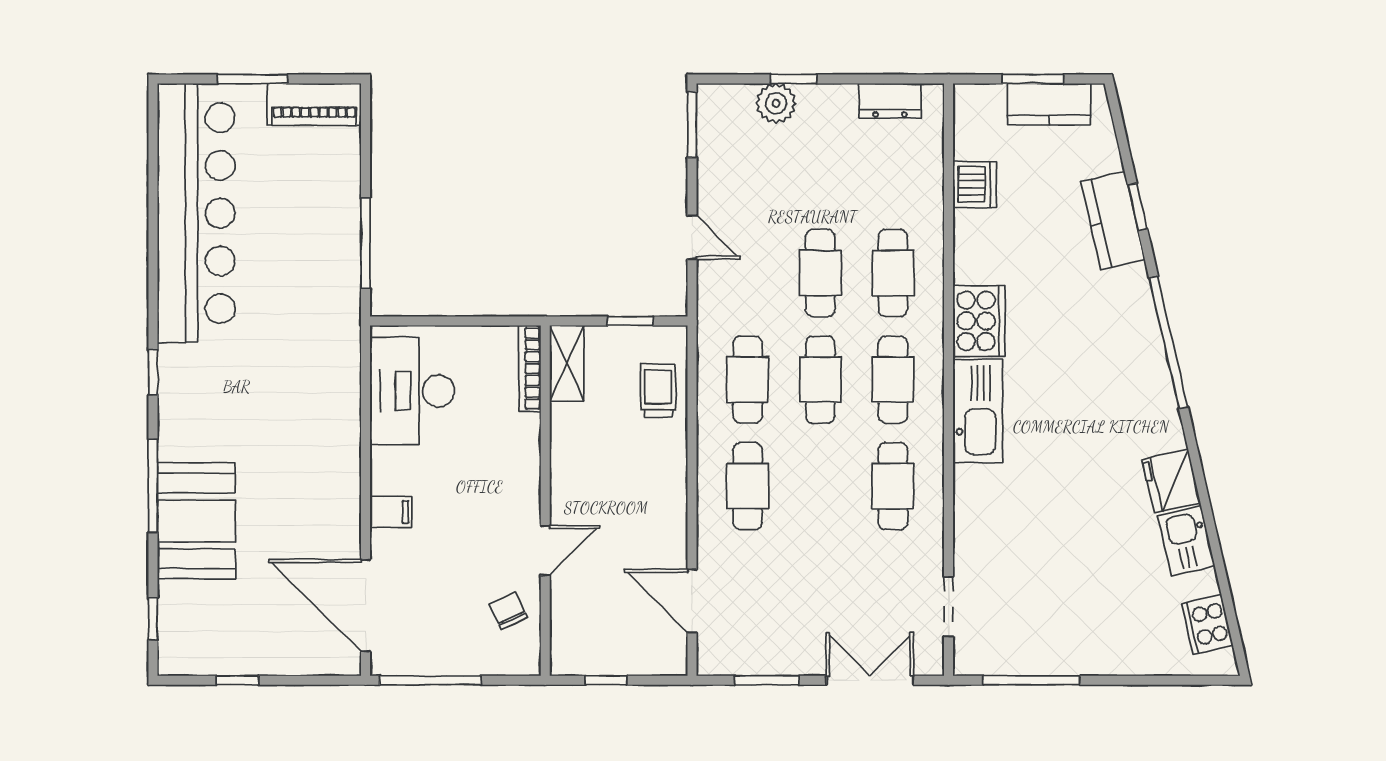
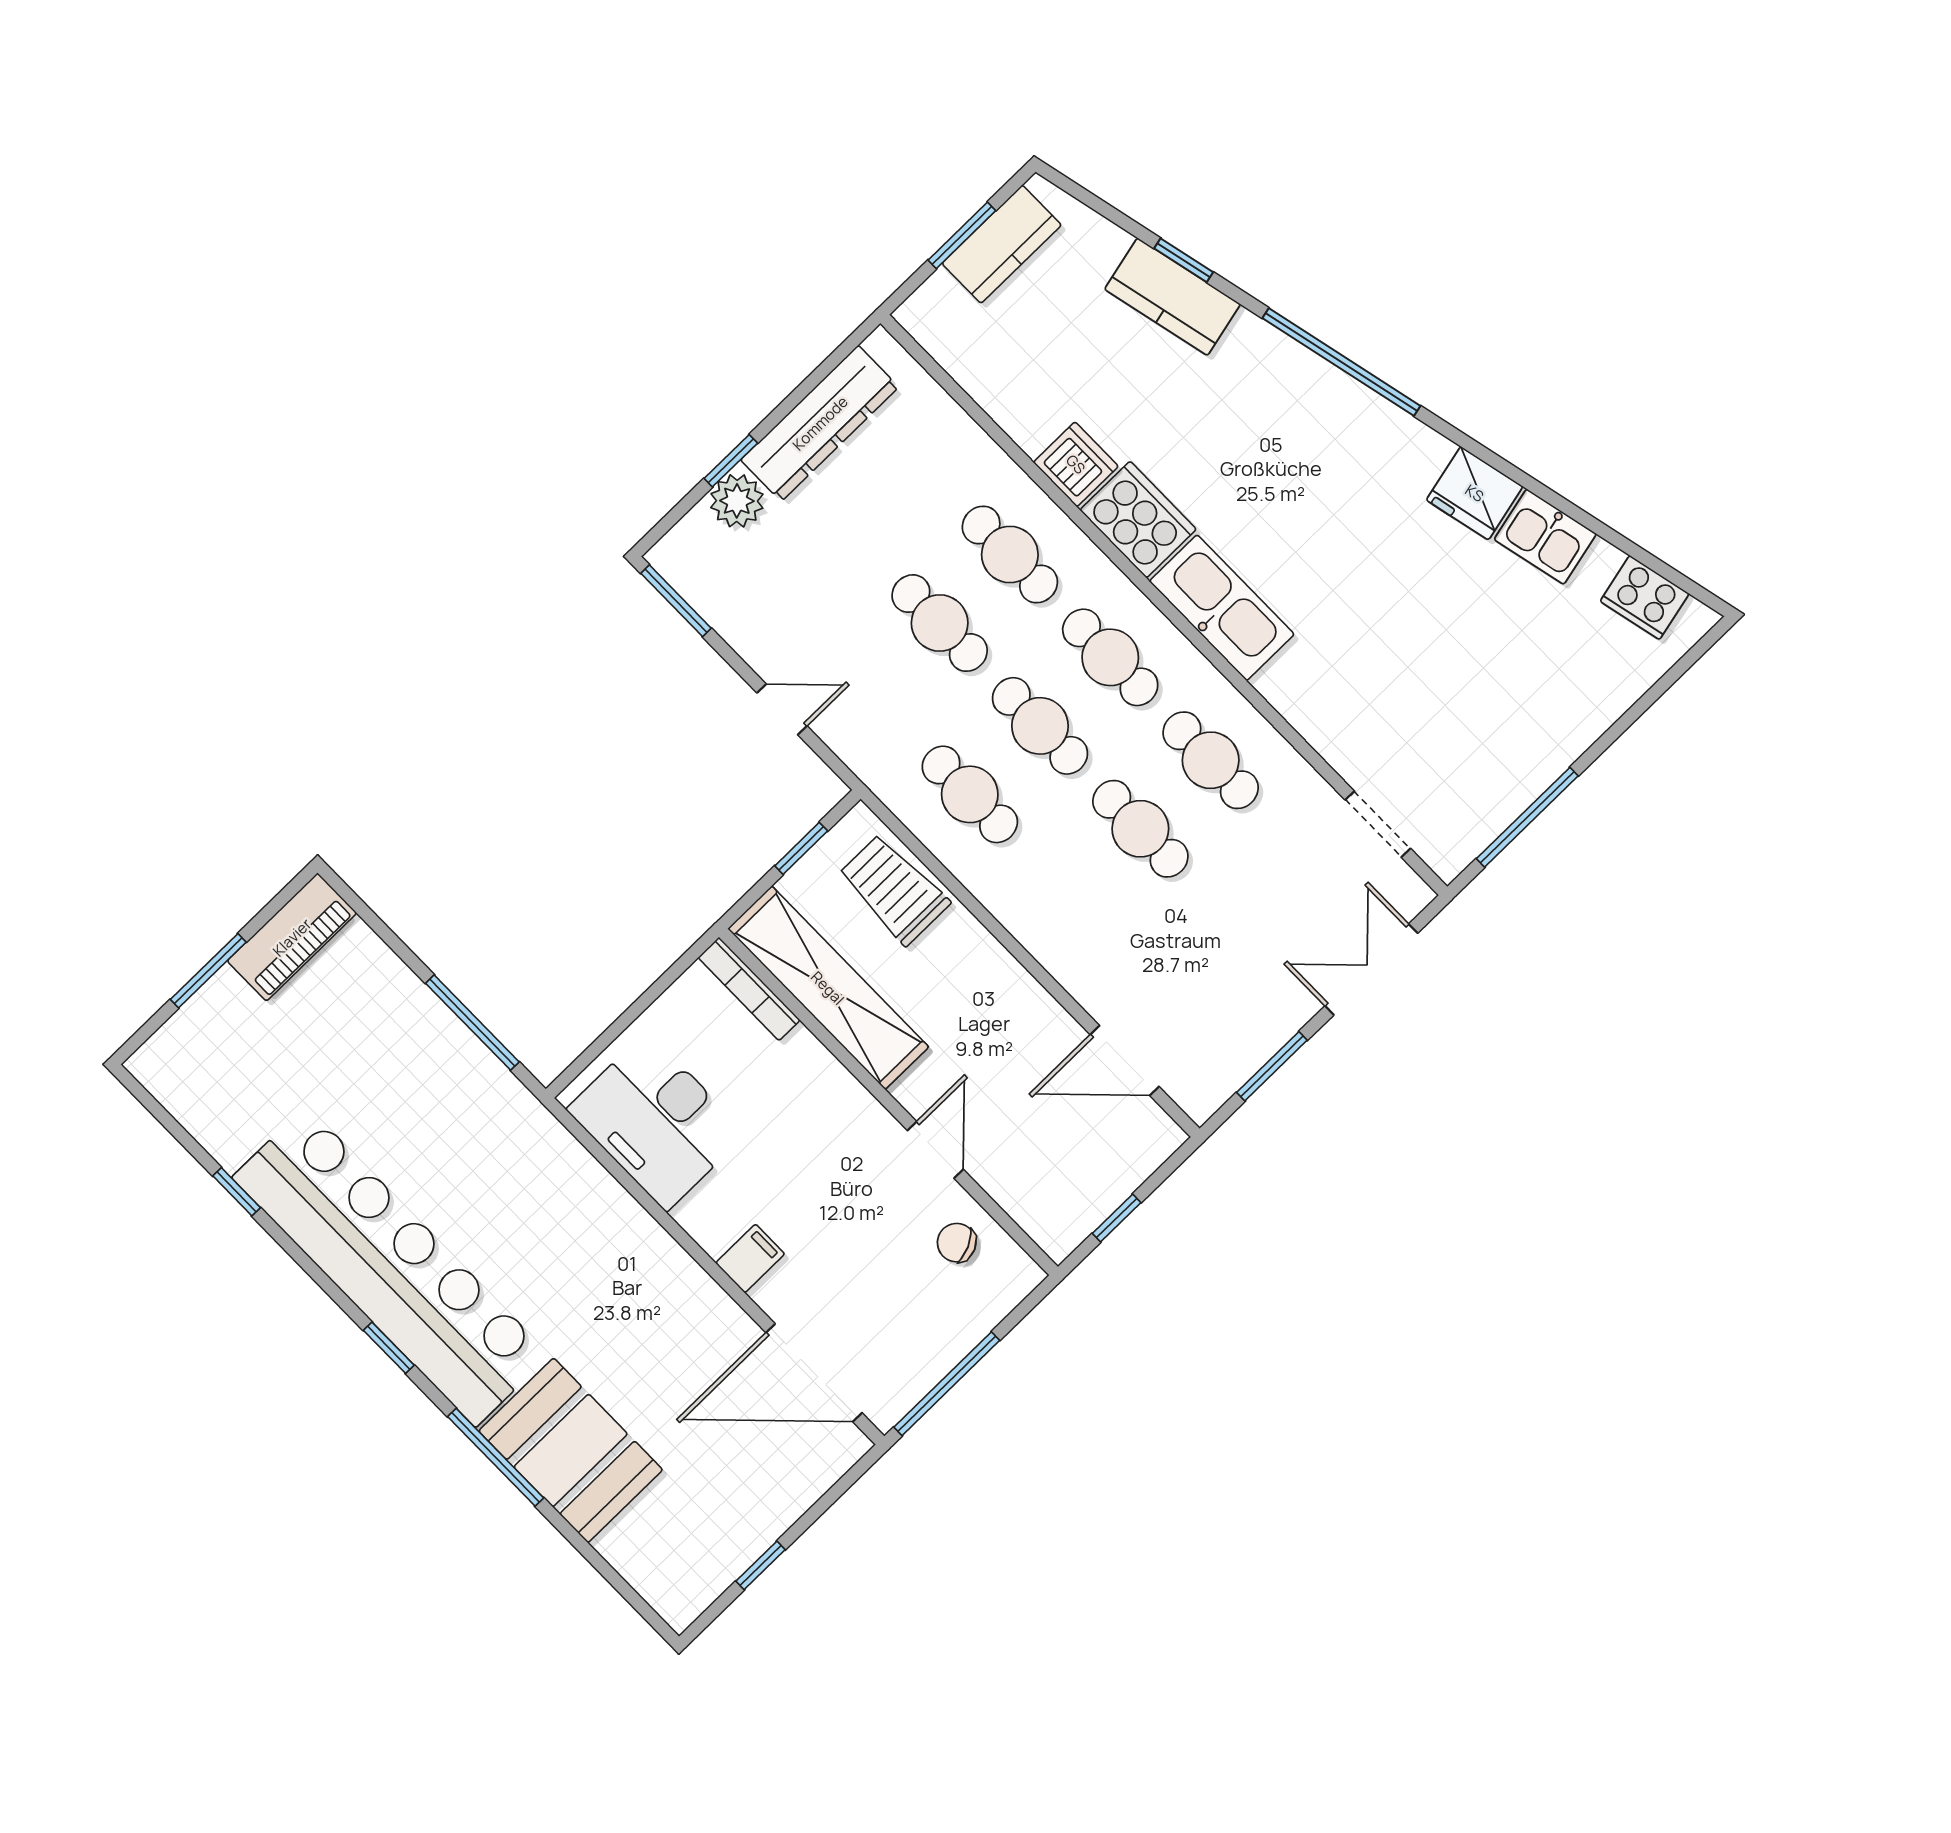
dresser: (890, 101) -> (820, 423), width x1.96, depth x1.24
dishwasher: (975, 185) -> (1076, 464), moved
bar counter: (196, 213) -> (391, 1266), moved
shelving: (567, 363) -> (828, 988), width x2.20, depth x1.33
trolley: (658, 391) -> (894, 889), width x1.36, depth x1.39
cafe table: (748, 486) -> (1140, 829), moved
window: (153, 619) -> (237, 1192), moved

